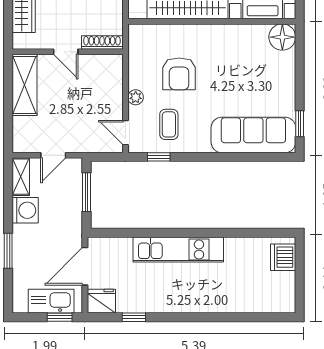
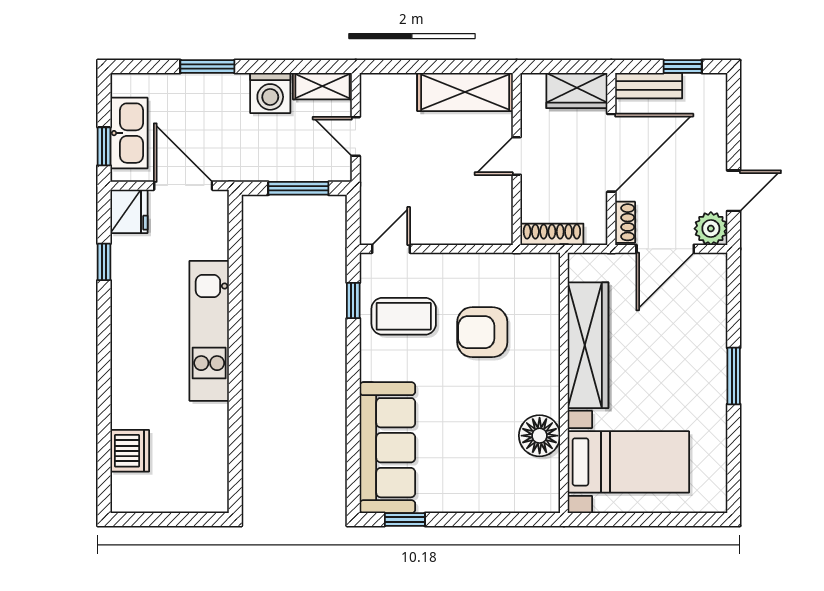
floor lamp: (282, 37) -> (540, 436), moved
shoe rack: (102, 42) -> (552, 234), moved, turned -90
plant: (136, 97) -> (446, 265), removed
coffee table: (169, 124) -> (404, 316), width x1.36, depth x1.30
dishwasher: (283, 257) -> (130, 451), moved, turned 90

